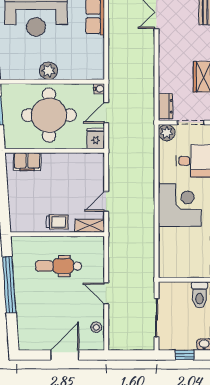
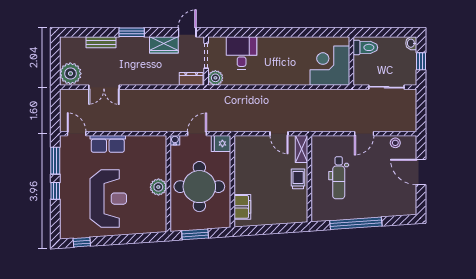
door: (106, 113) -> (197, 134), swing flipped
corner desk: (180, 205) -> (330, 66), moved

